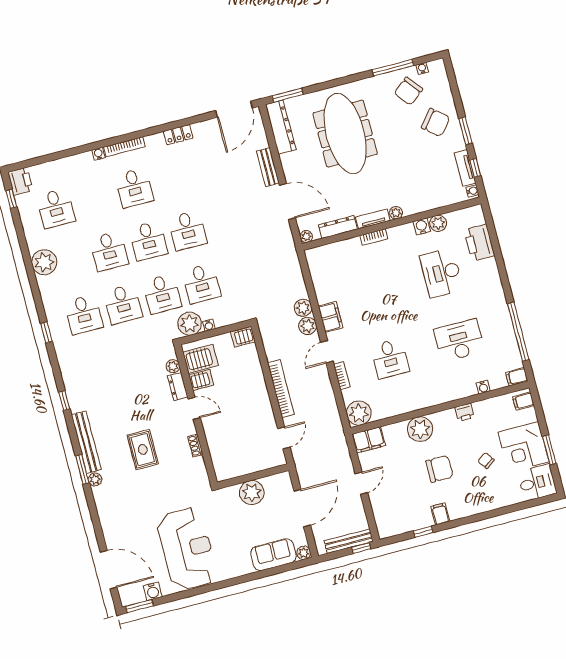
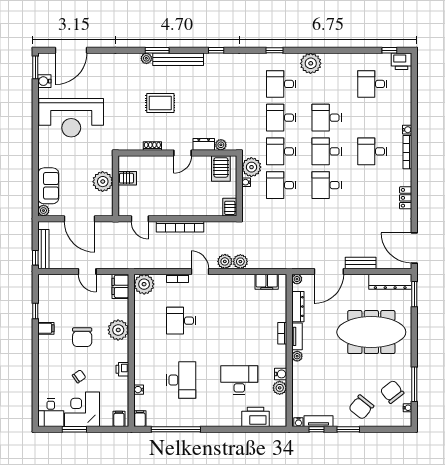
plant: (44, 262) -> (311, 63), moved
filing cabinet: (330, 317) -> (267, 282), moved
server rack: (201, 380) -> (127, 178), moved, turned -90

